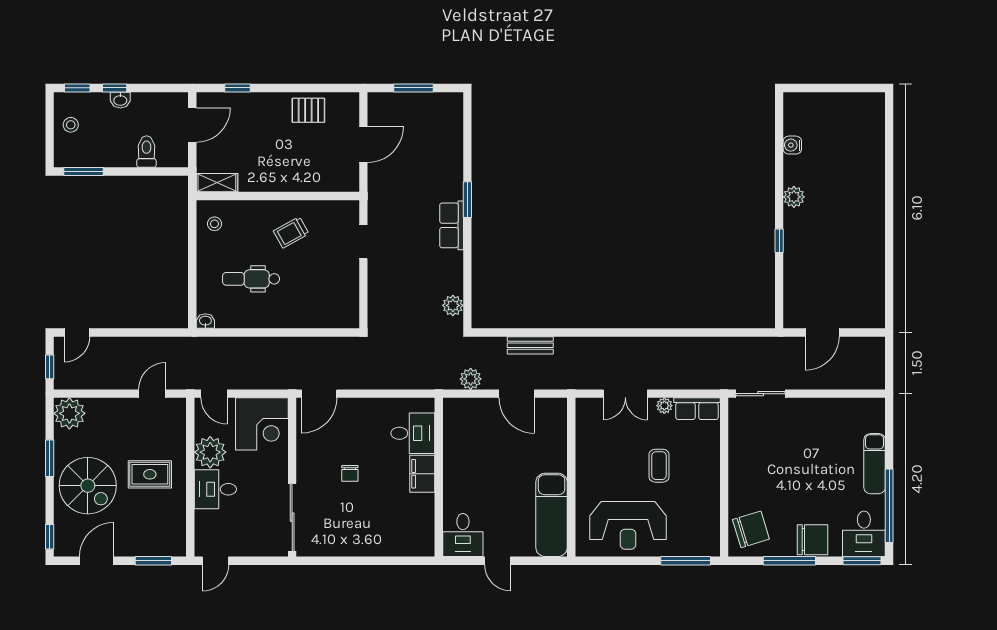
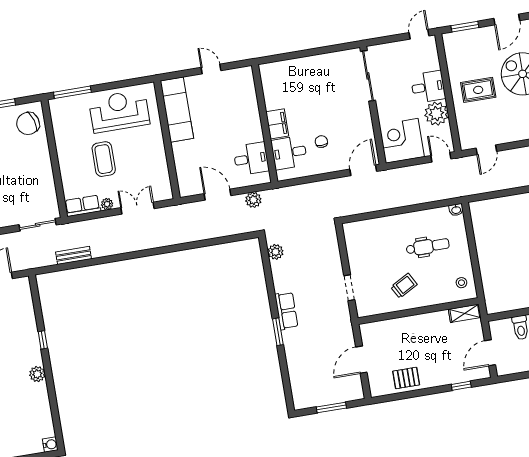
water cooler: (792, 145) -> (50, 444), moved
bench: (530, 345) -> (74, 255), moved
coffee table: (659, 466) -> (104, 159), width x1.36, depth x1.30
chair: (350, 473) -> (321, 142), moved
desk: (463, 535) -> (251, 159), moved, turned 90

